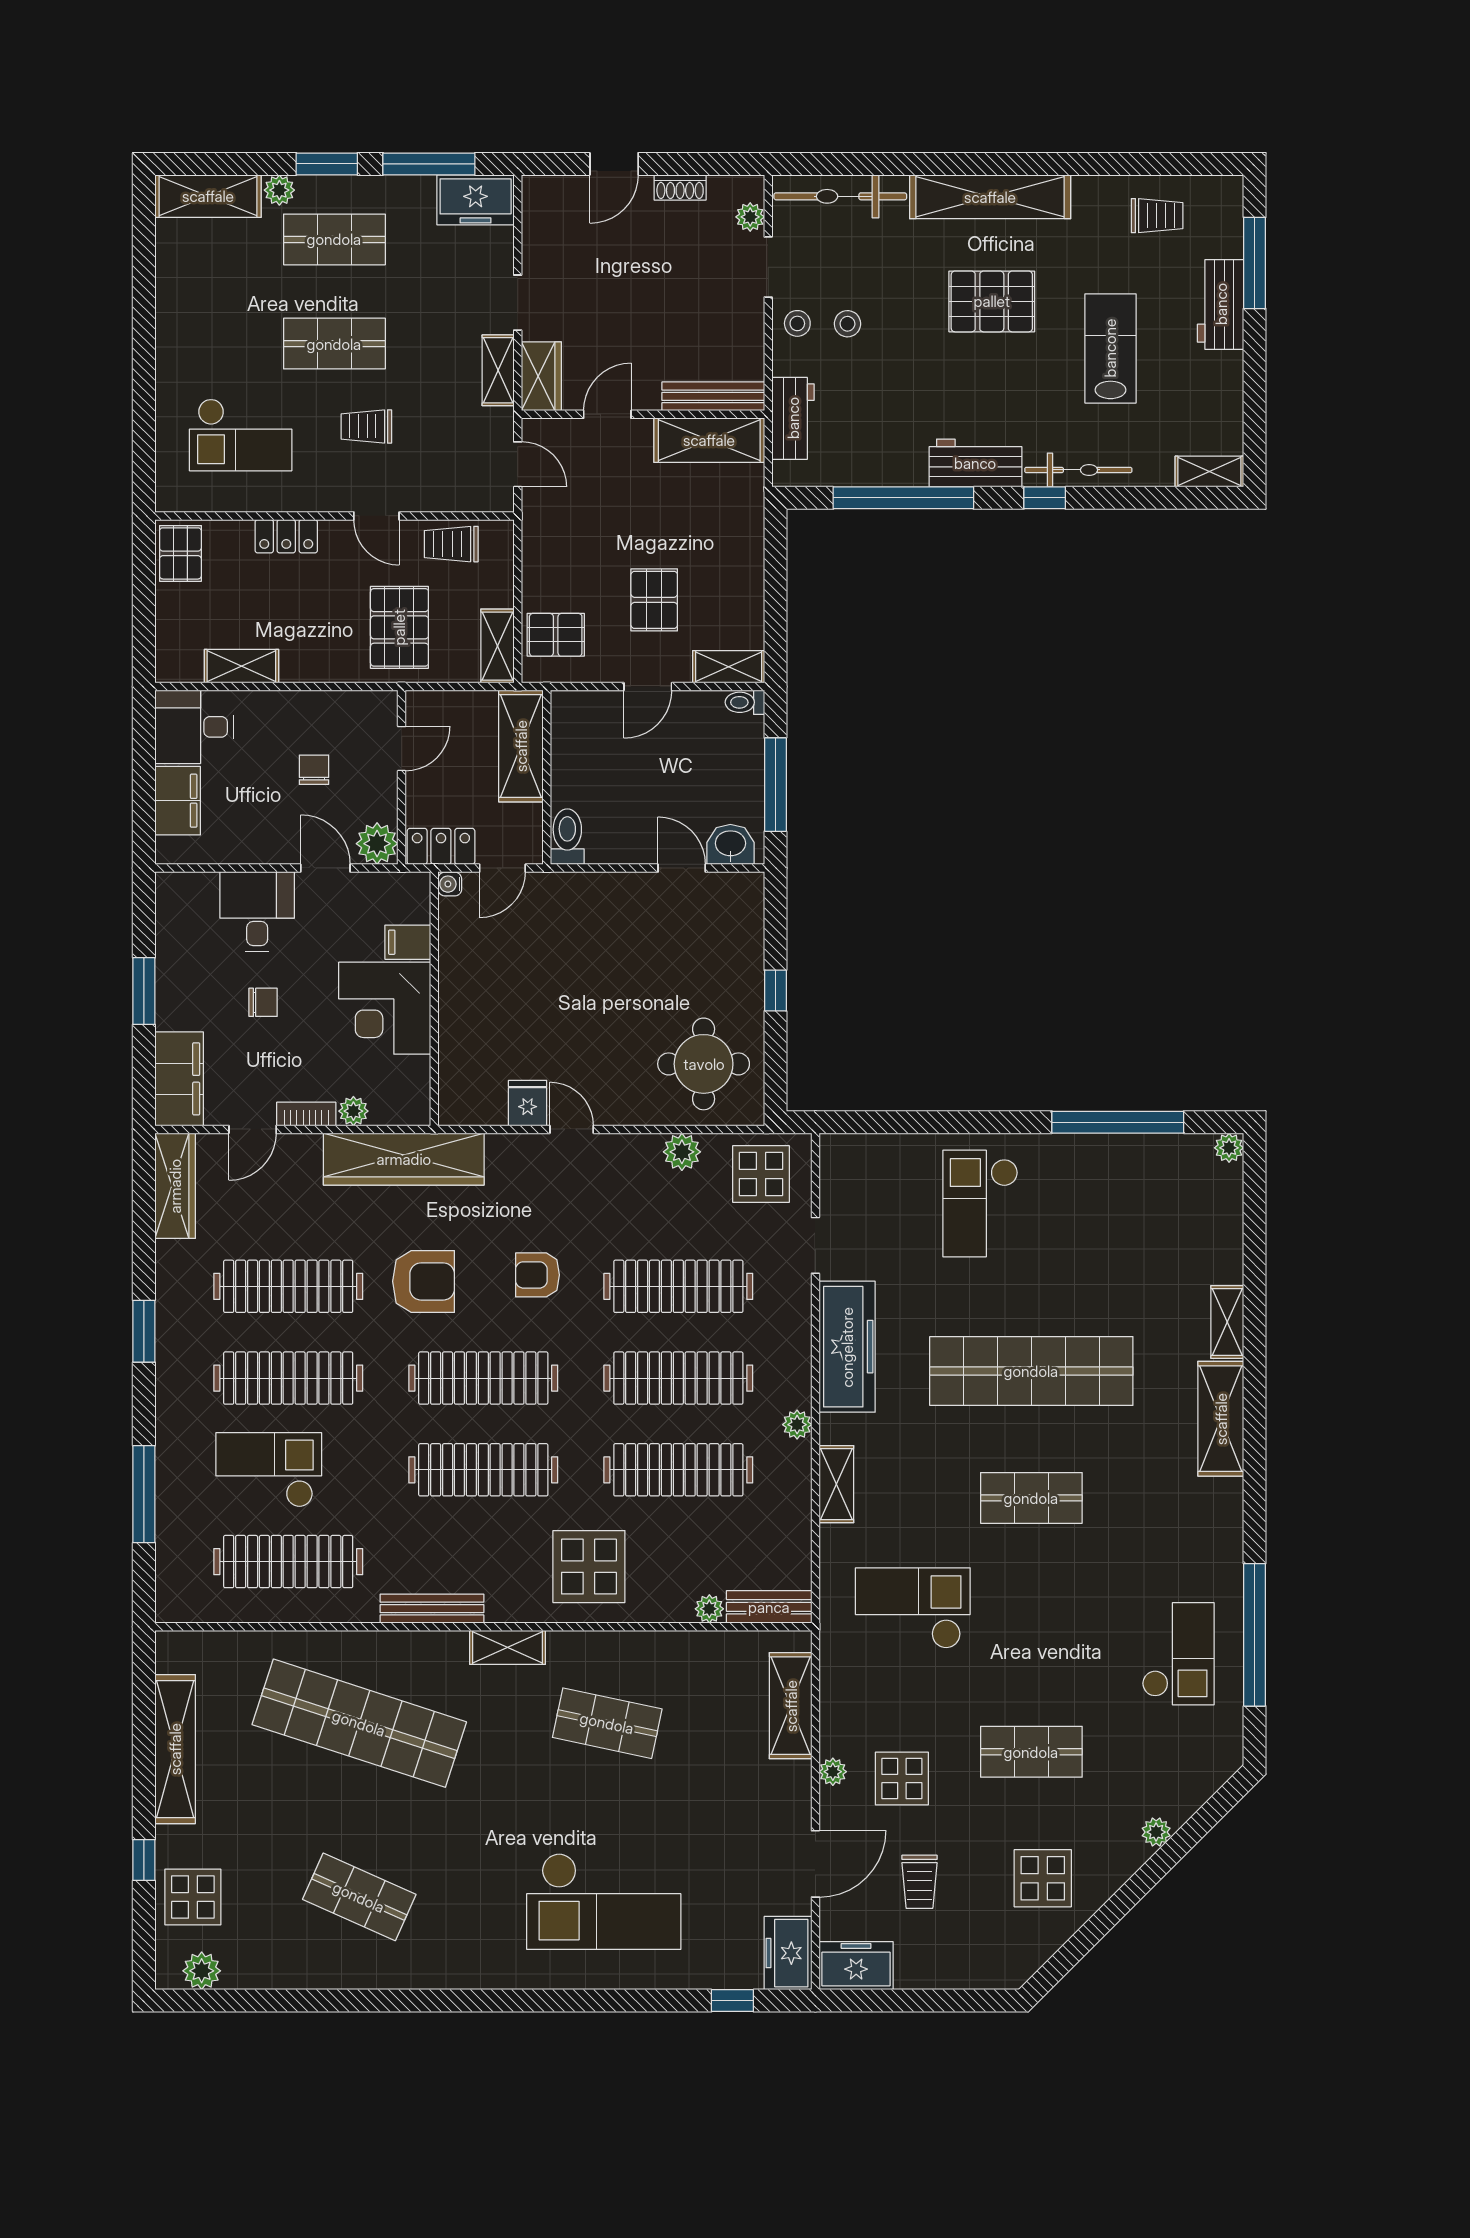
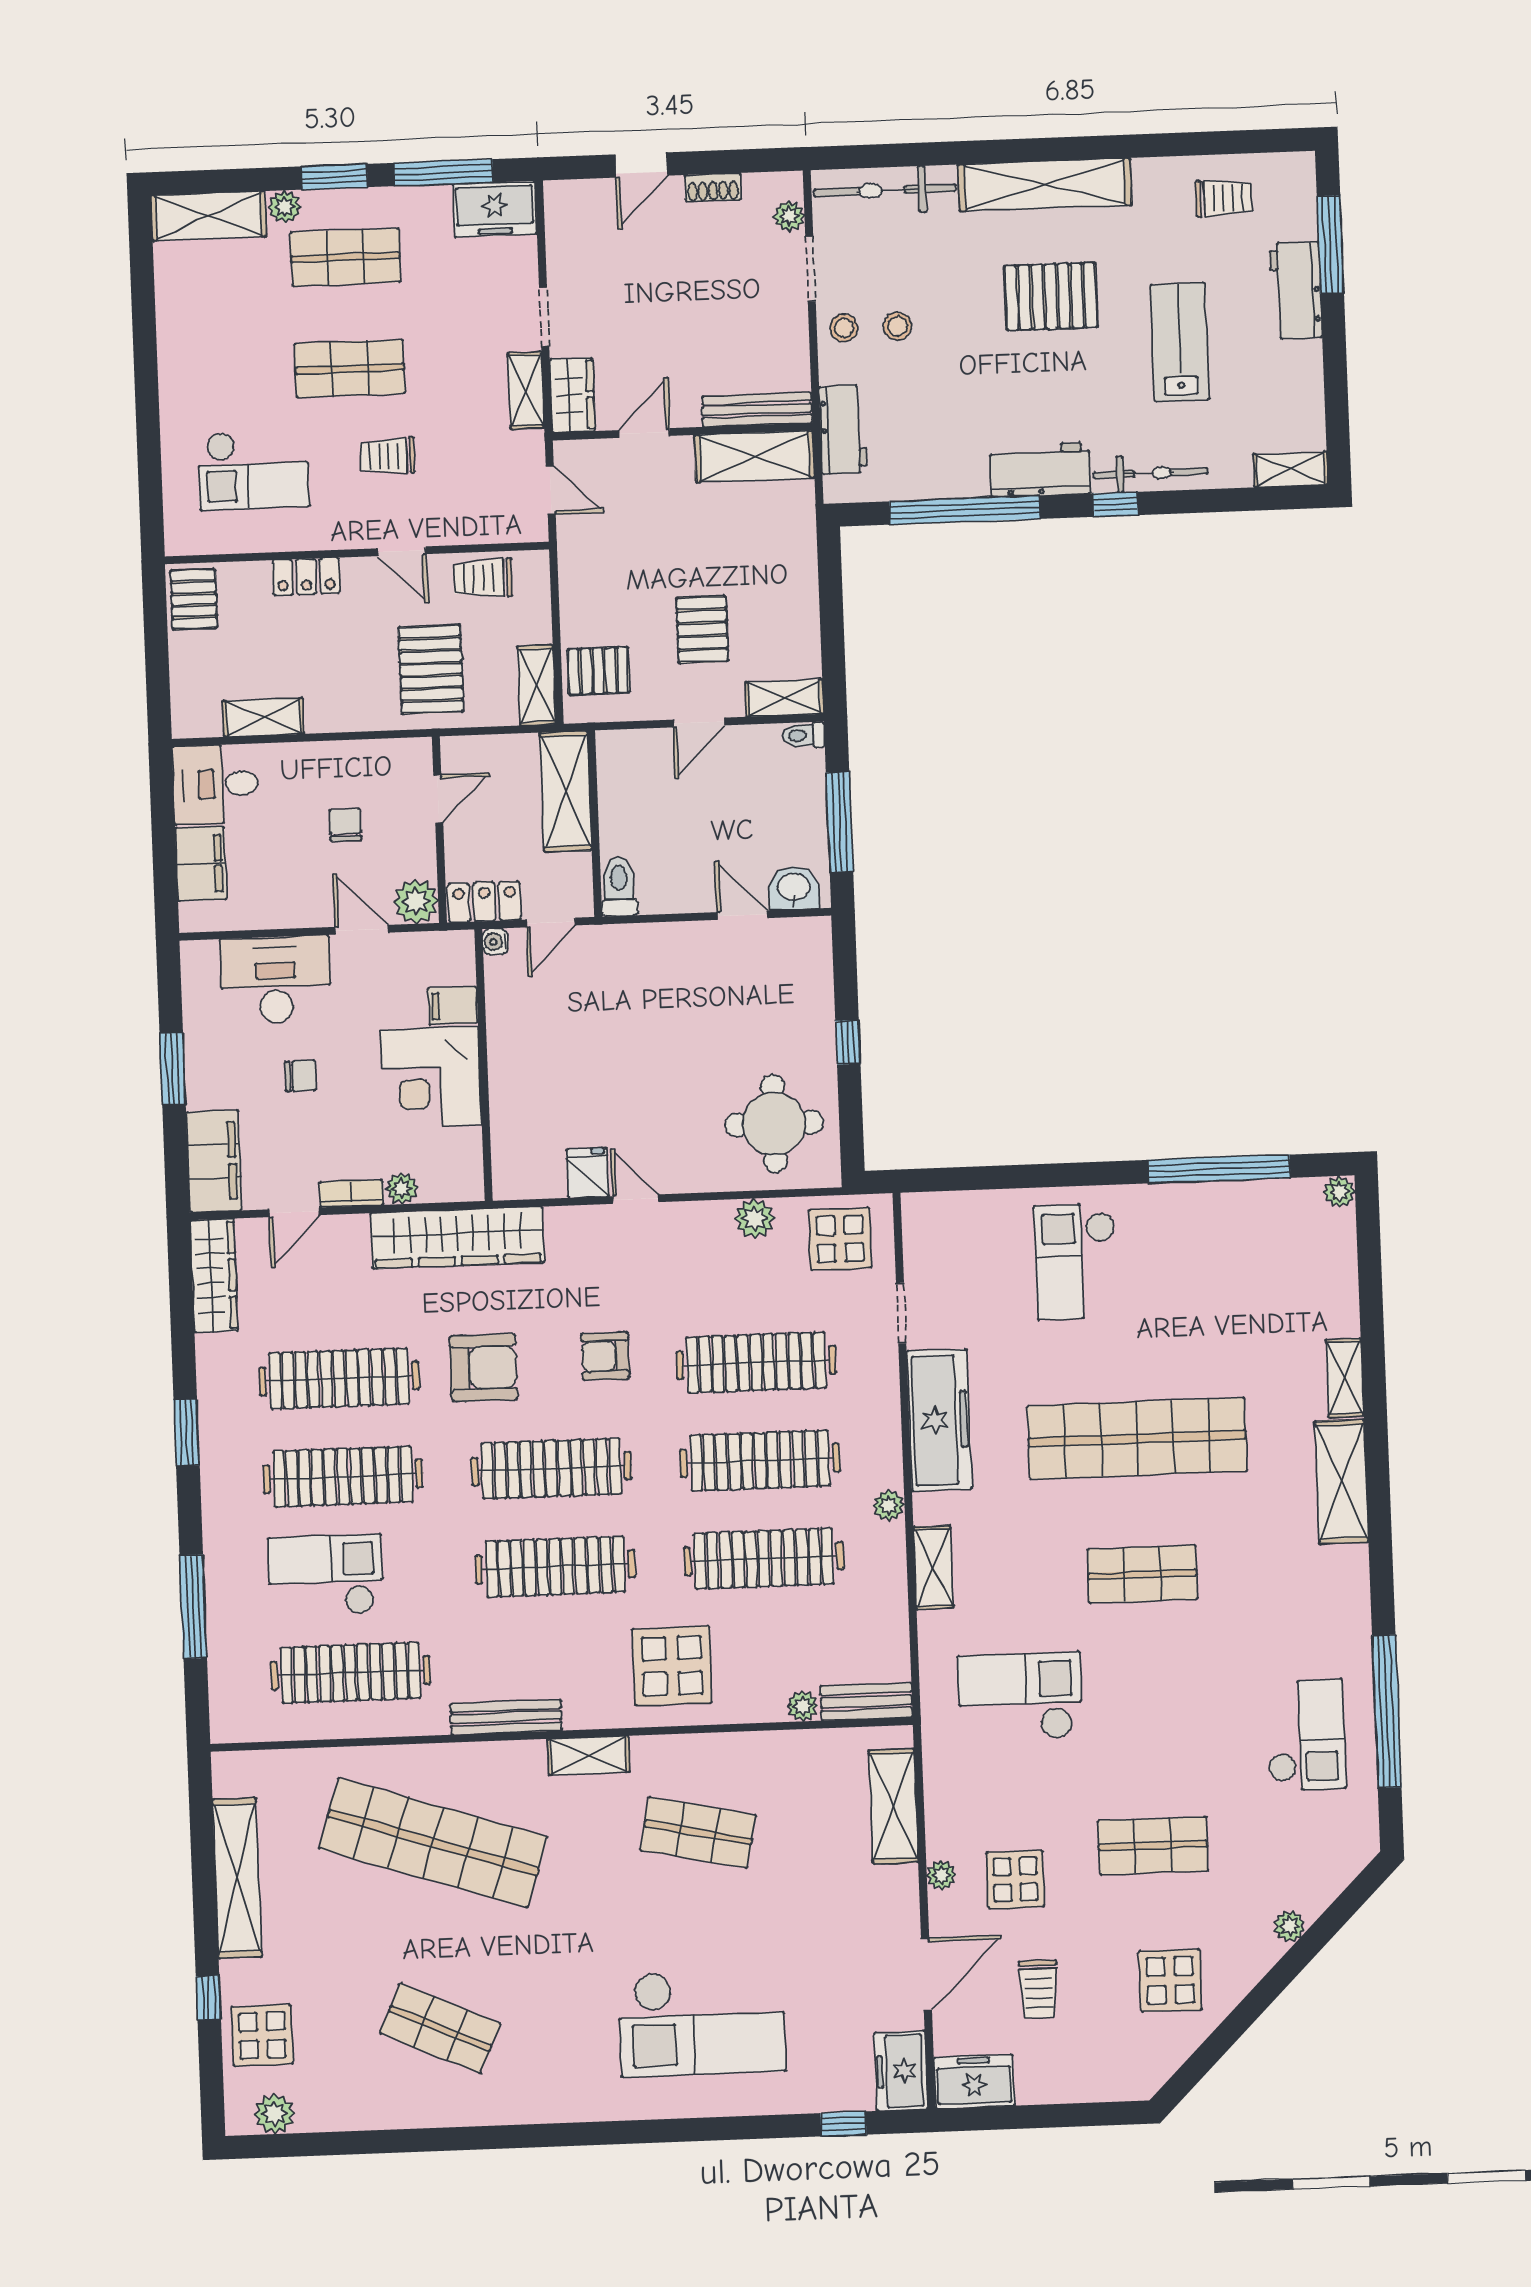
desk: (257, 912) -> (276, 980), width x1.37

